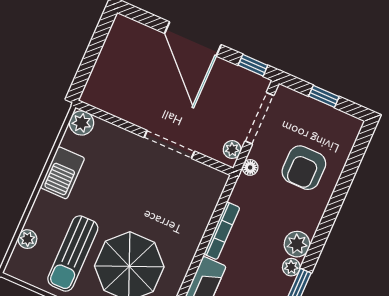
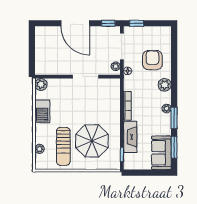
window: (324, 96) -> (137, 23), moved
armchair: (304, 168) -> (152, 60), turned 180
plant: (297, 244) -> (165, 85), moved

